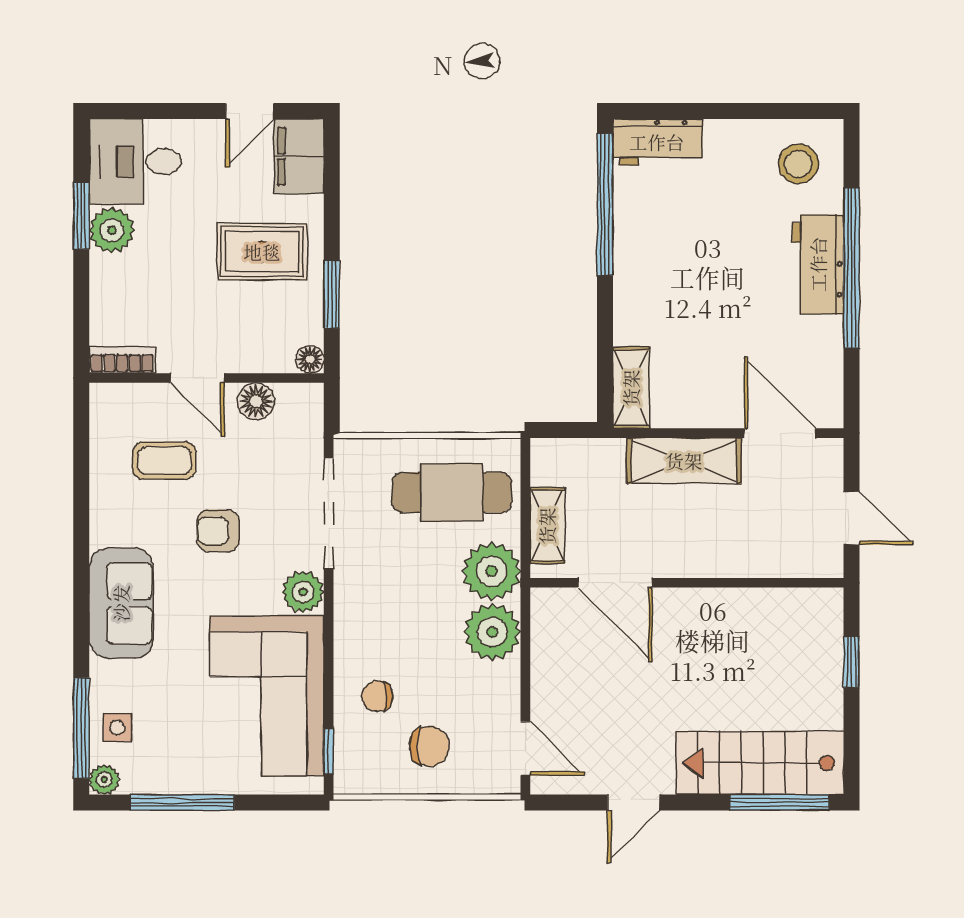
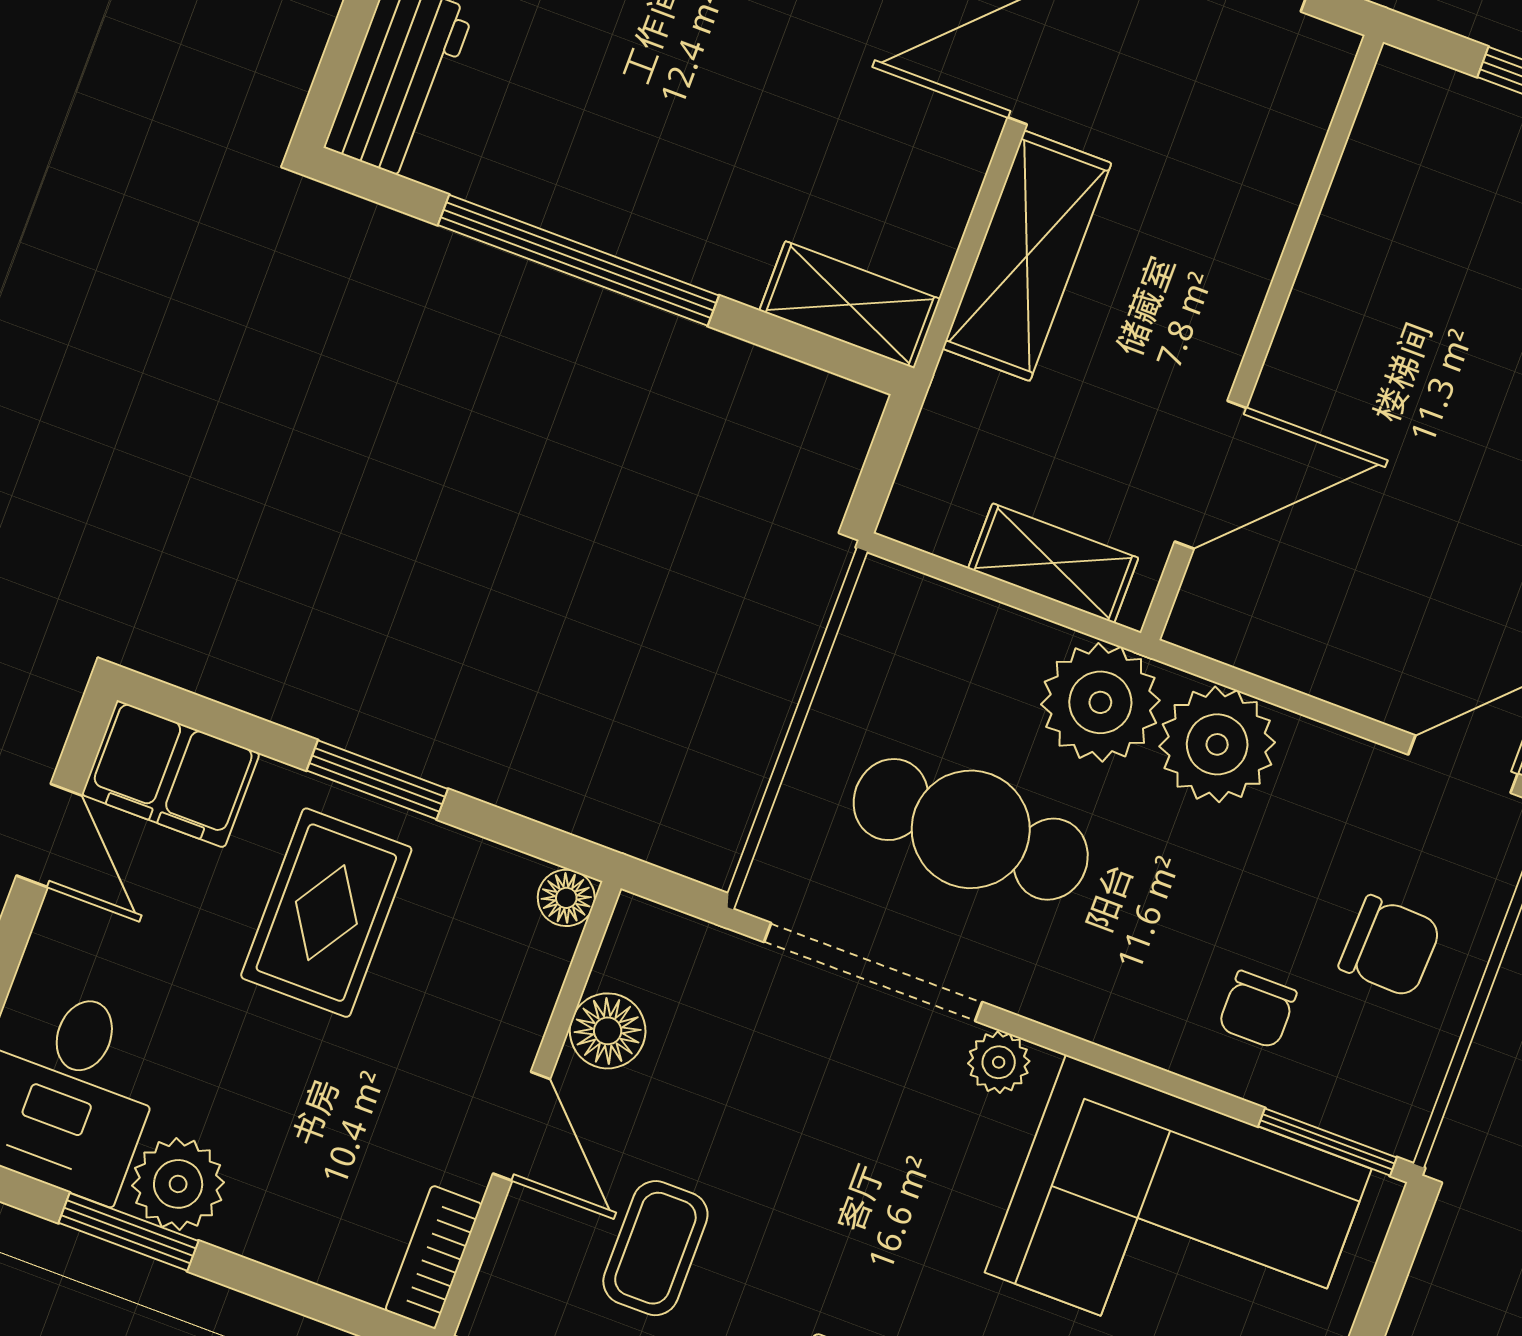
window: (605, 204) -> (578, 260), moved
window: (332, 294) -> (377, 780), moved
door: (197, 378) -> (521, 1126), hinge flipped
cafe table: (452, 492) -> (971, 829), moved, turned 90
armchair: (218, 531) -> (828, 1196), removed
plant: (303, 592) -> (999, 1062), width x0.73, depth x0.73
chair: (429, 746) -> (1390, 946), turned 92
window: (329, 751) -> (1328, 1142), width x1.50

